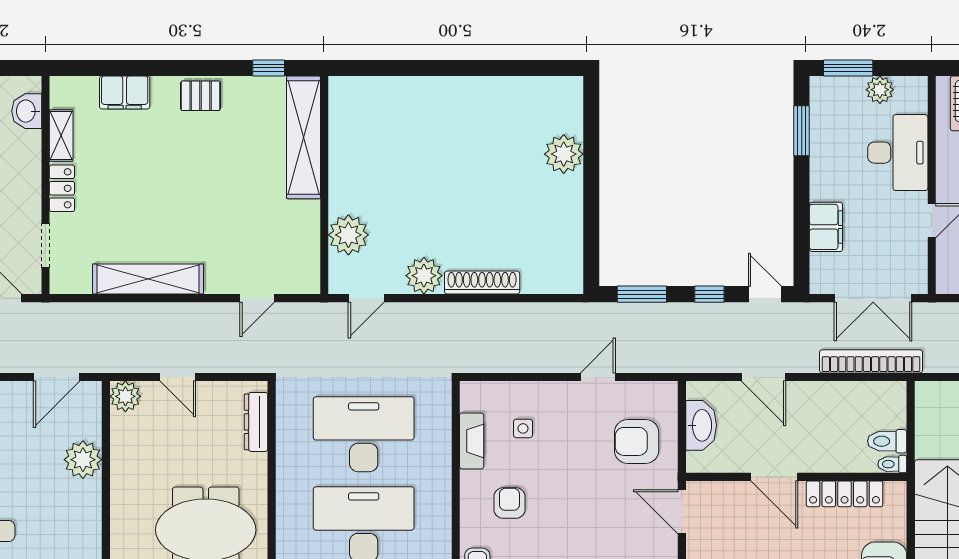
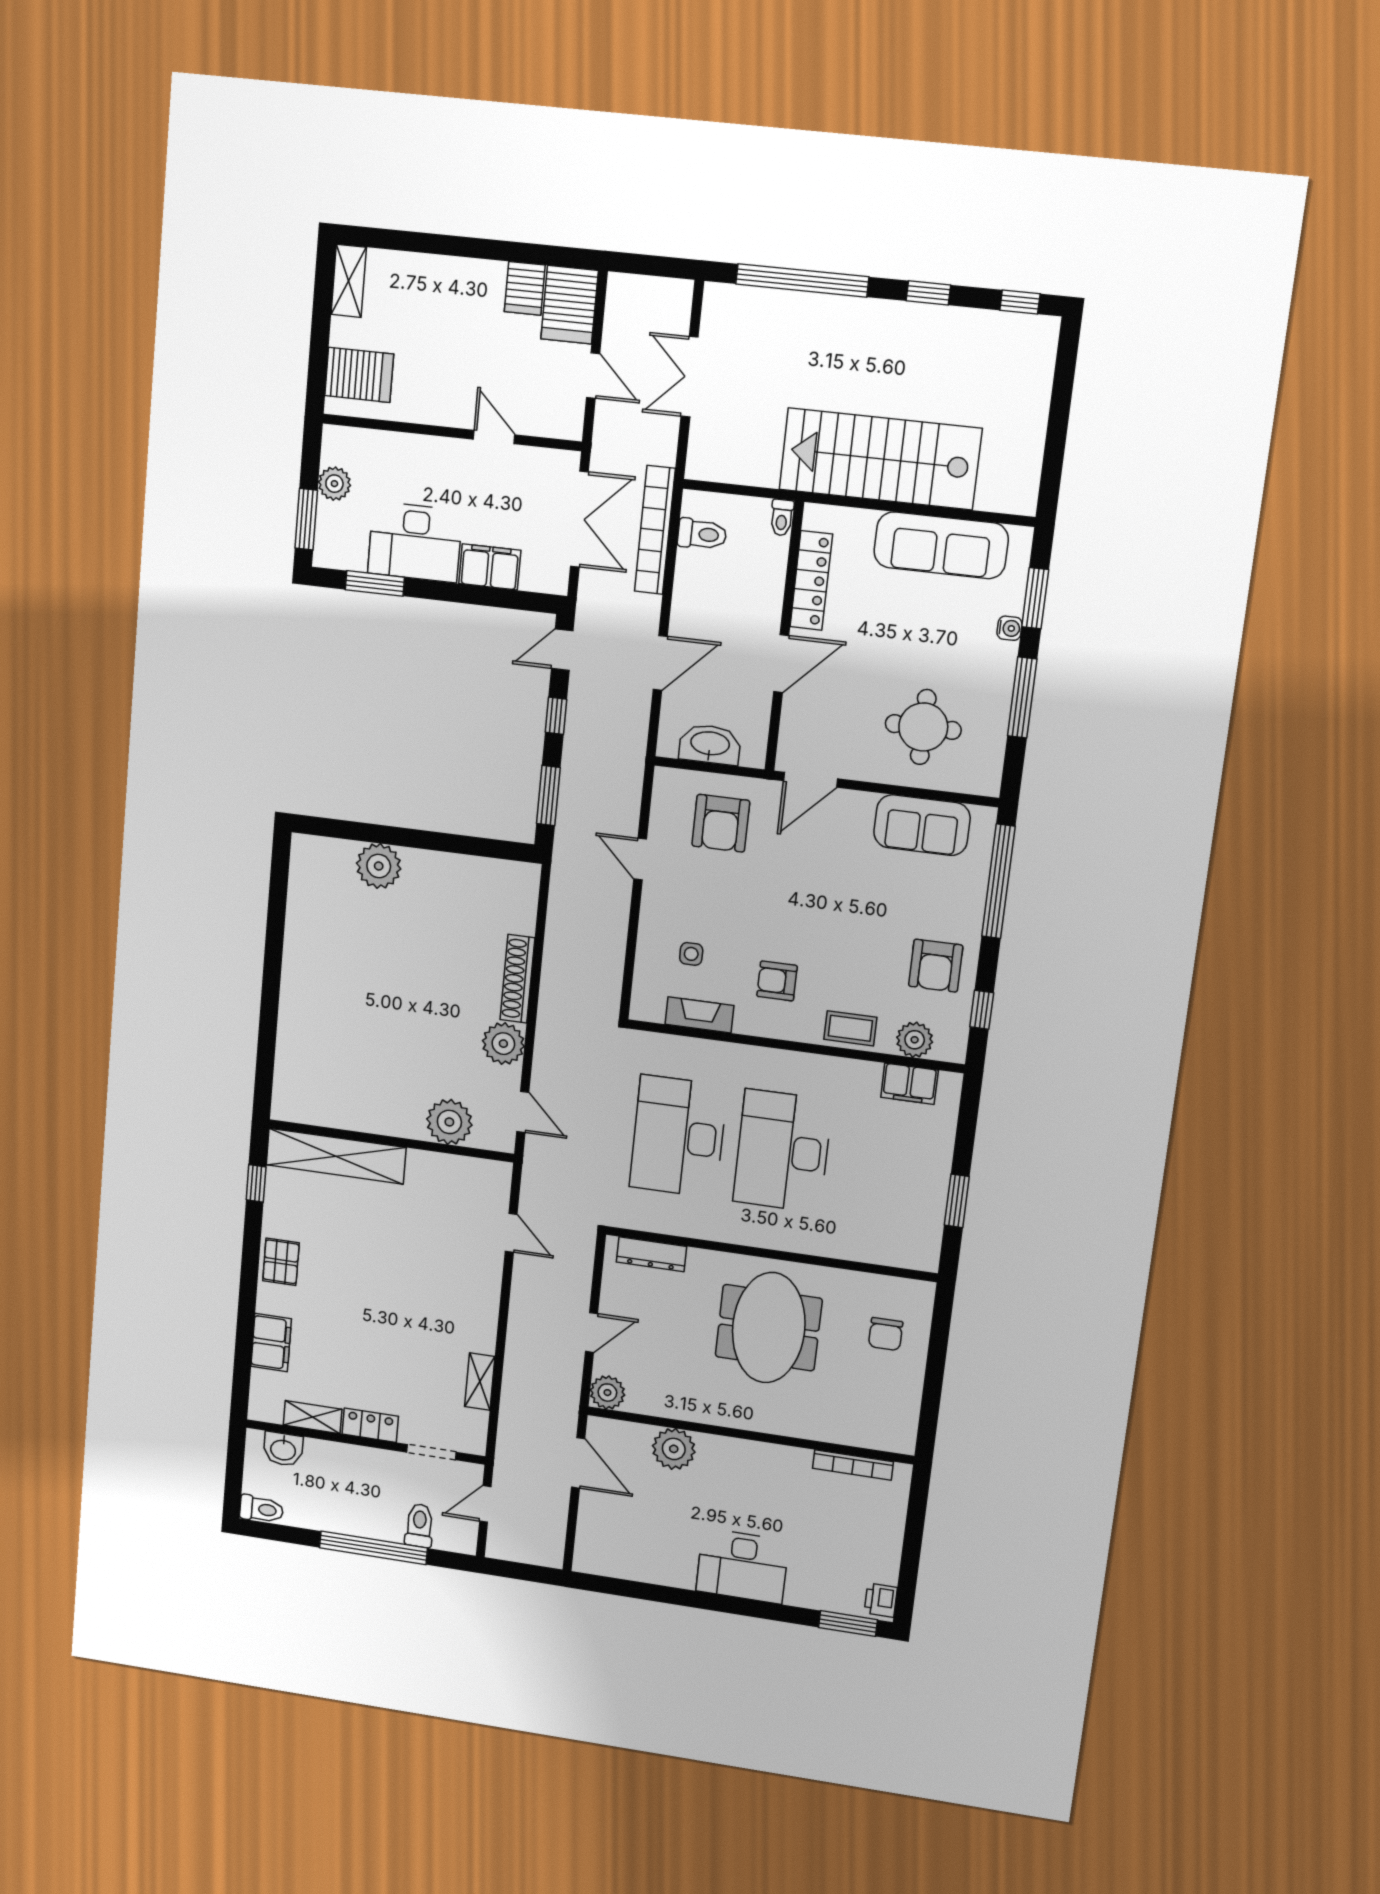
desk: (898, 153) -> (415, 542), moved, turned 180
shelving: (148, 279) -> (480, 1382), width x0.45, depth x0.75
toilet: (887, 441) -> (702, 534), moved, turned -90

